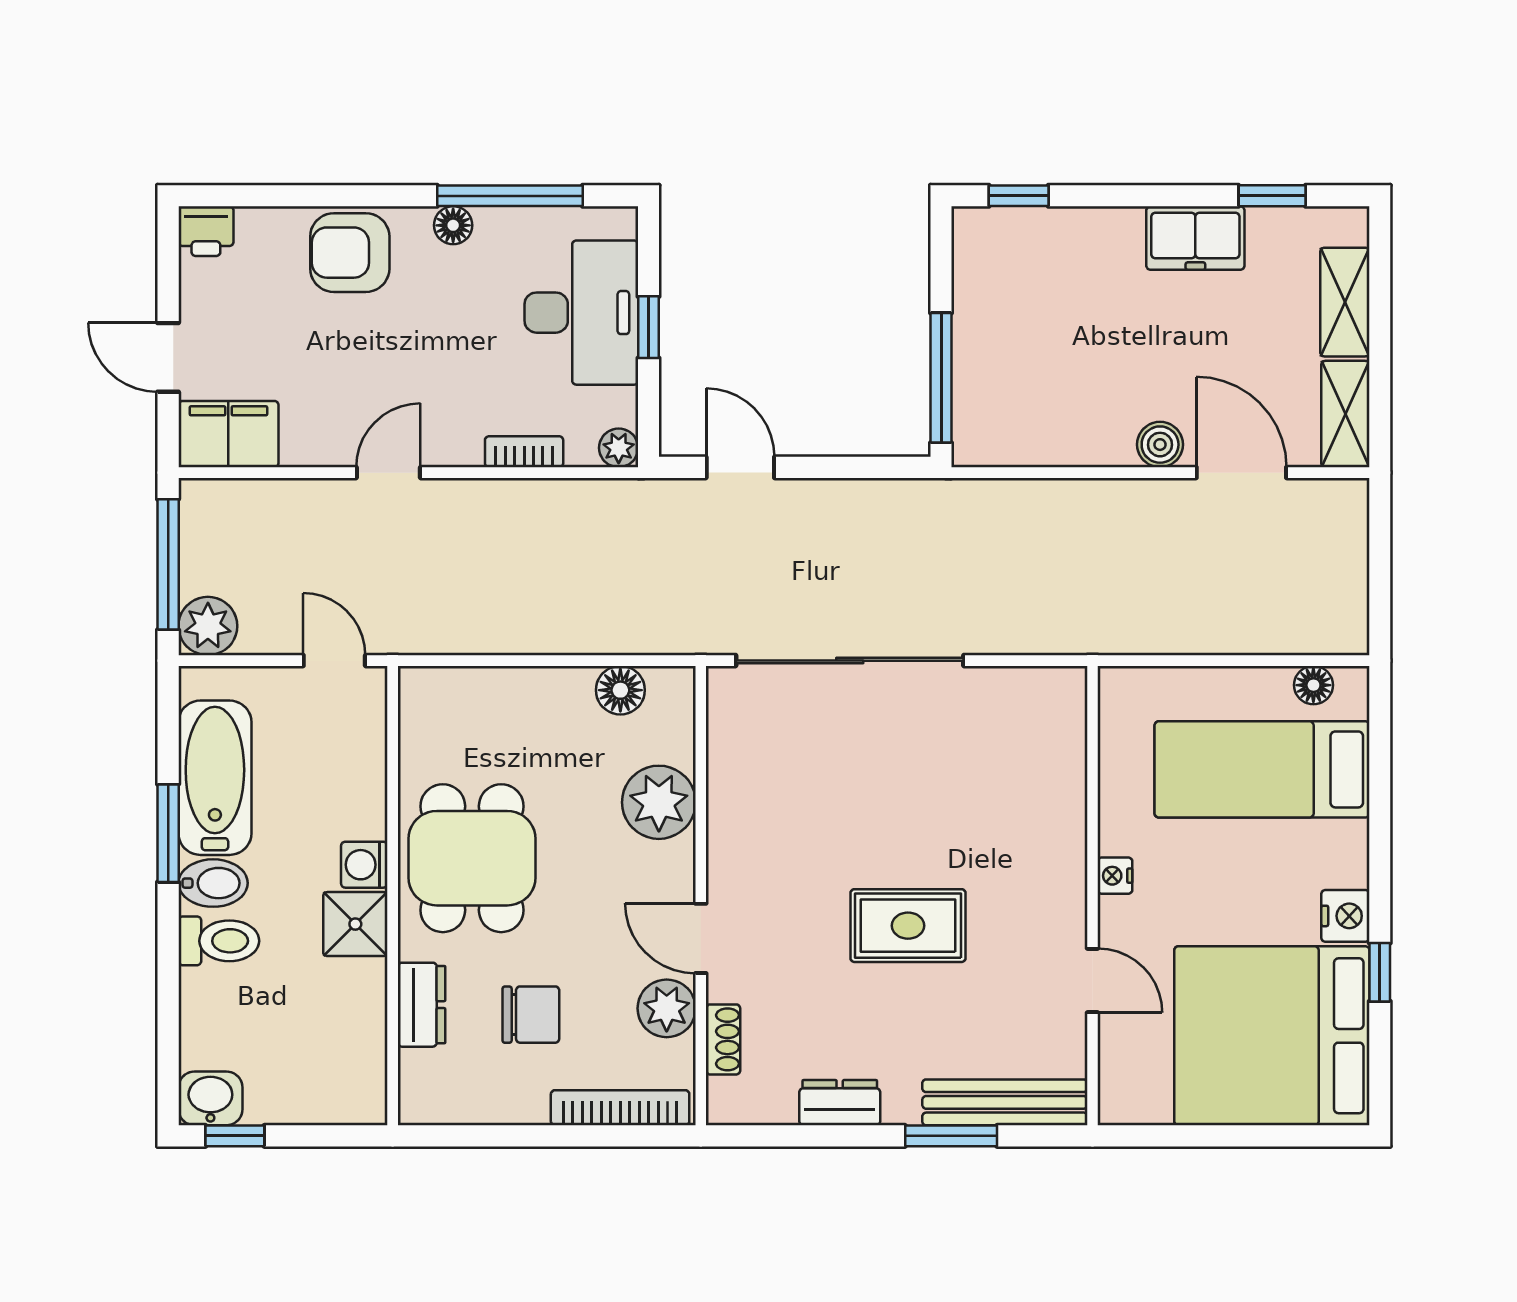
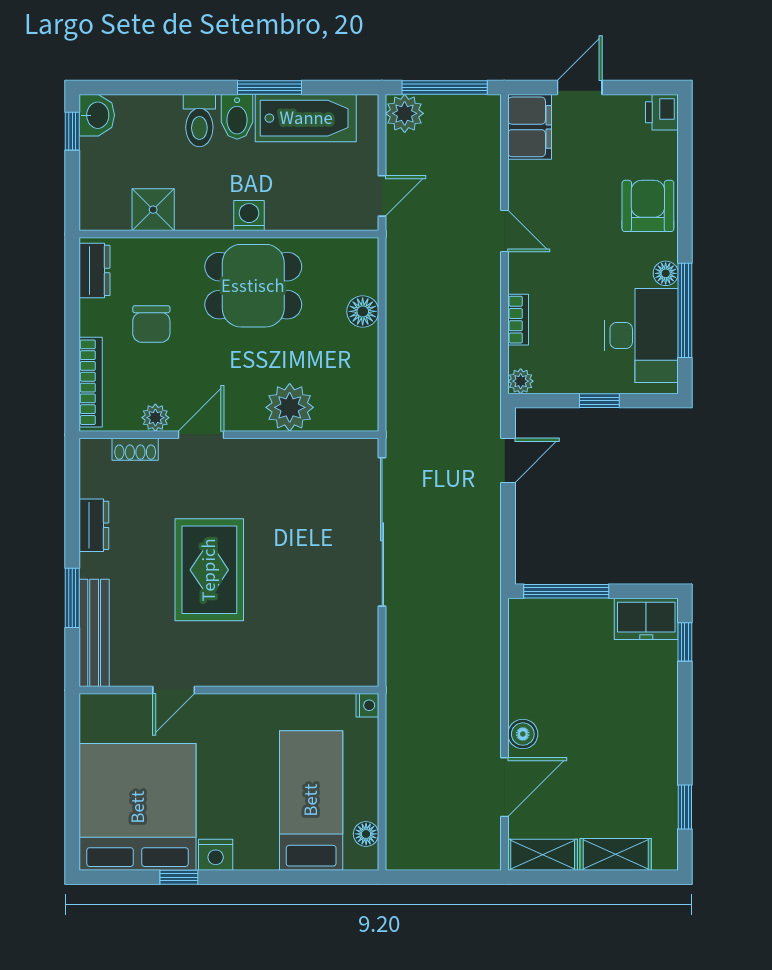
freezer: (1195, 238) -> (646, 619), moved, turned -90
desk: (581, 313) -> (641, 336), moved, turned -90
floor lamp: (620, 690) -> (363, 311), moved
nightstand: (1115, 876) -> (367, 705), moved, turned 90
shower: (355, 924) -> (153, 210), moved
rug: (908, 926) -> (209, 570), width x1.36, depth x1.43
dresser: (422, 1005) -> (95, 270), moved, turned -90
plant: (667, 1008) -> (155, 418), width x0.73, depth x0.73

